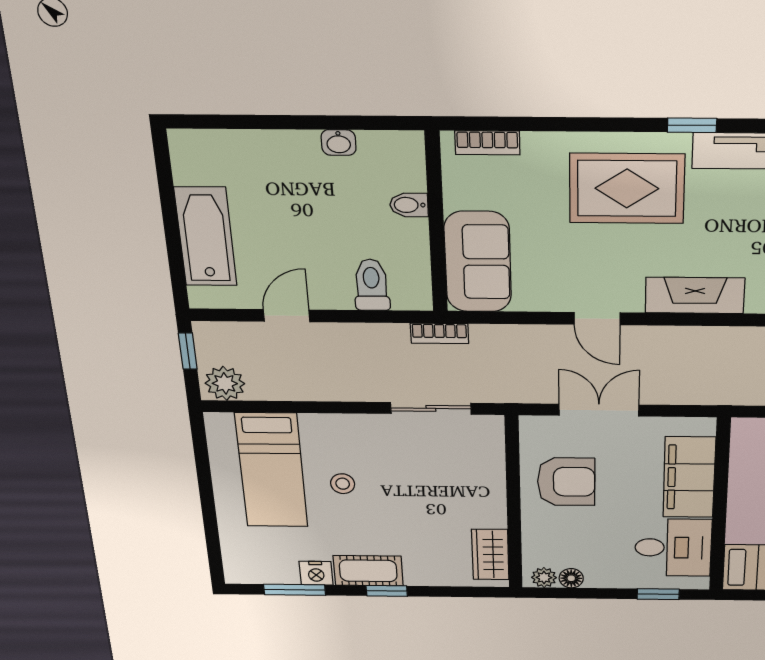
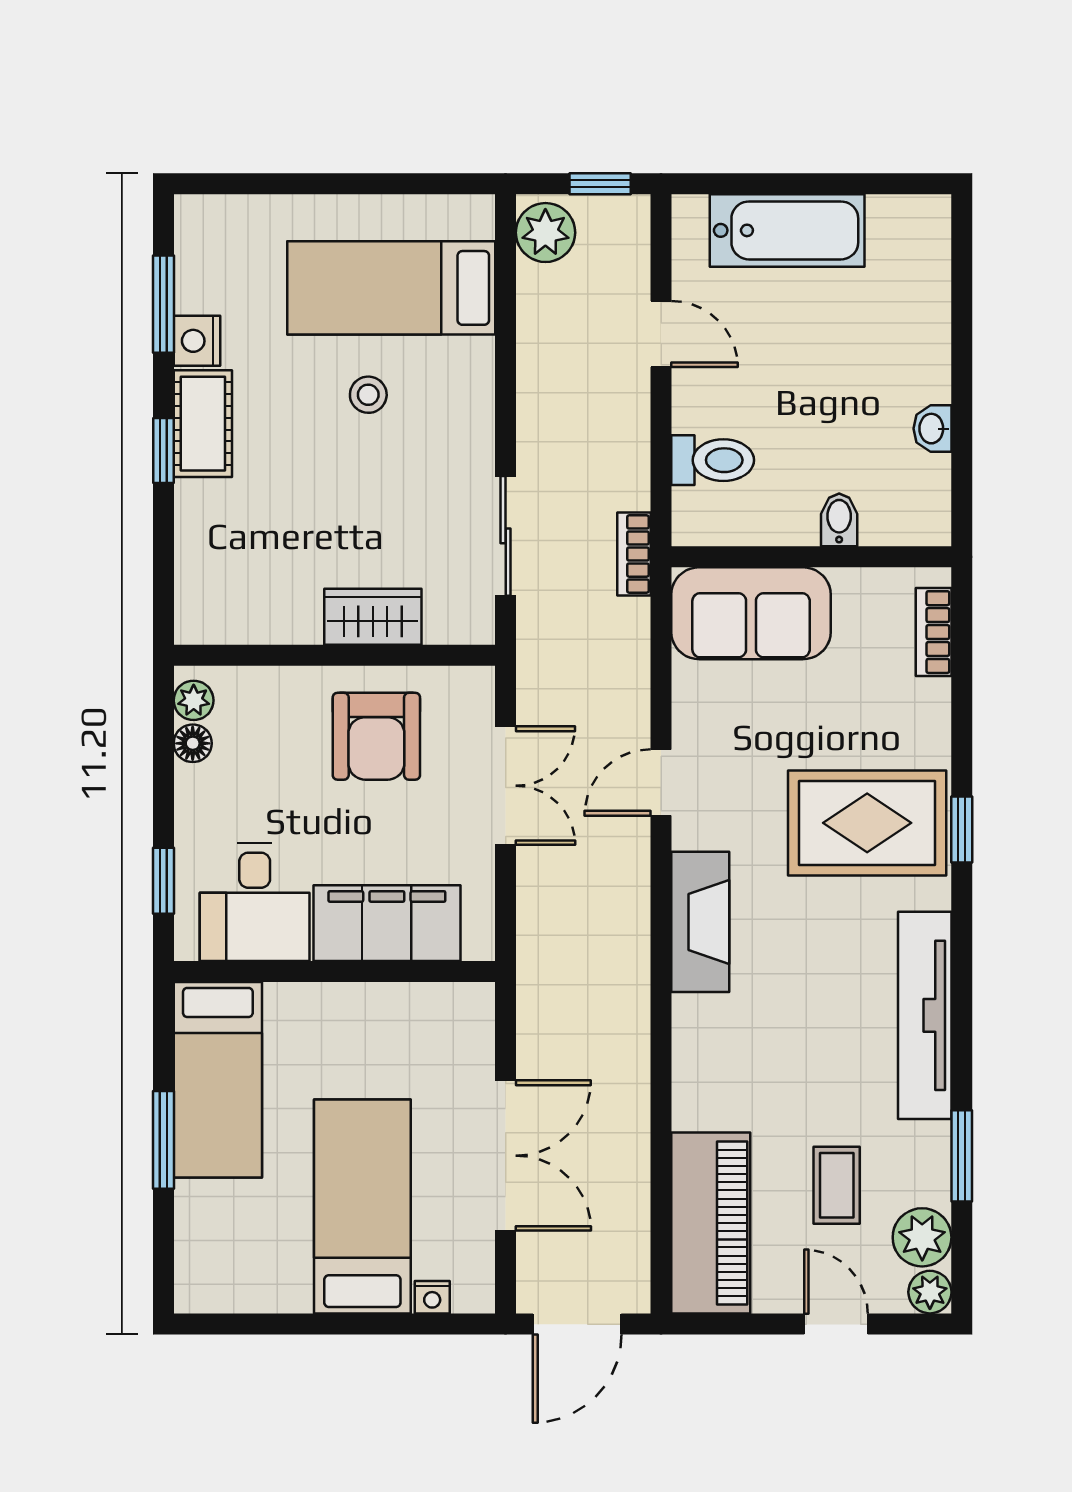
window: (692, 125) -> (962, 830), moved
rug: (627, 188) -> (867, 823), turned 90
wardrobe: (490, 555) -> (373, 617), moved

